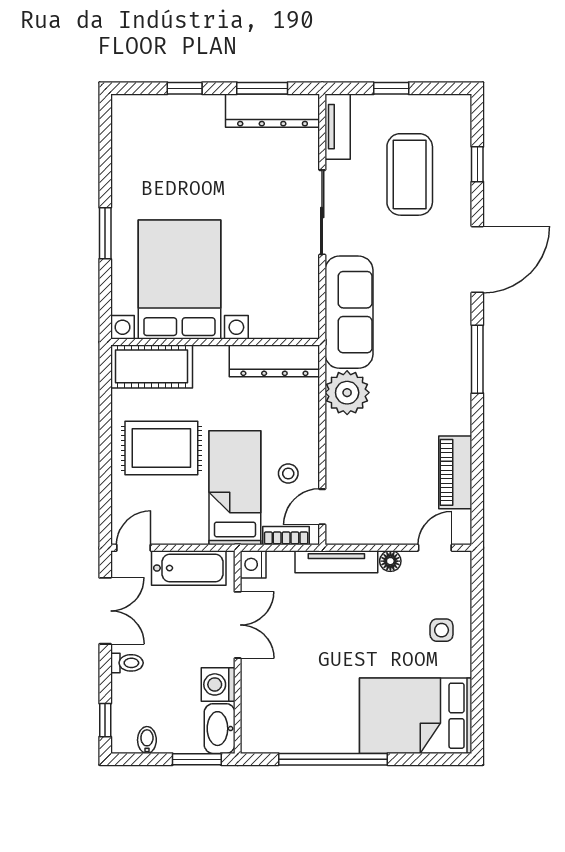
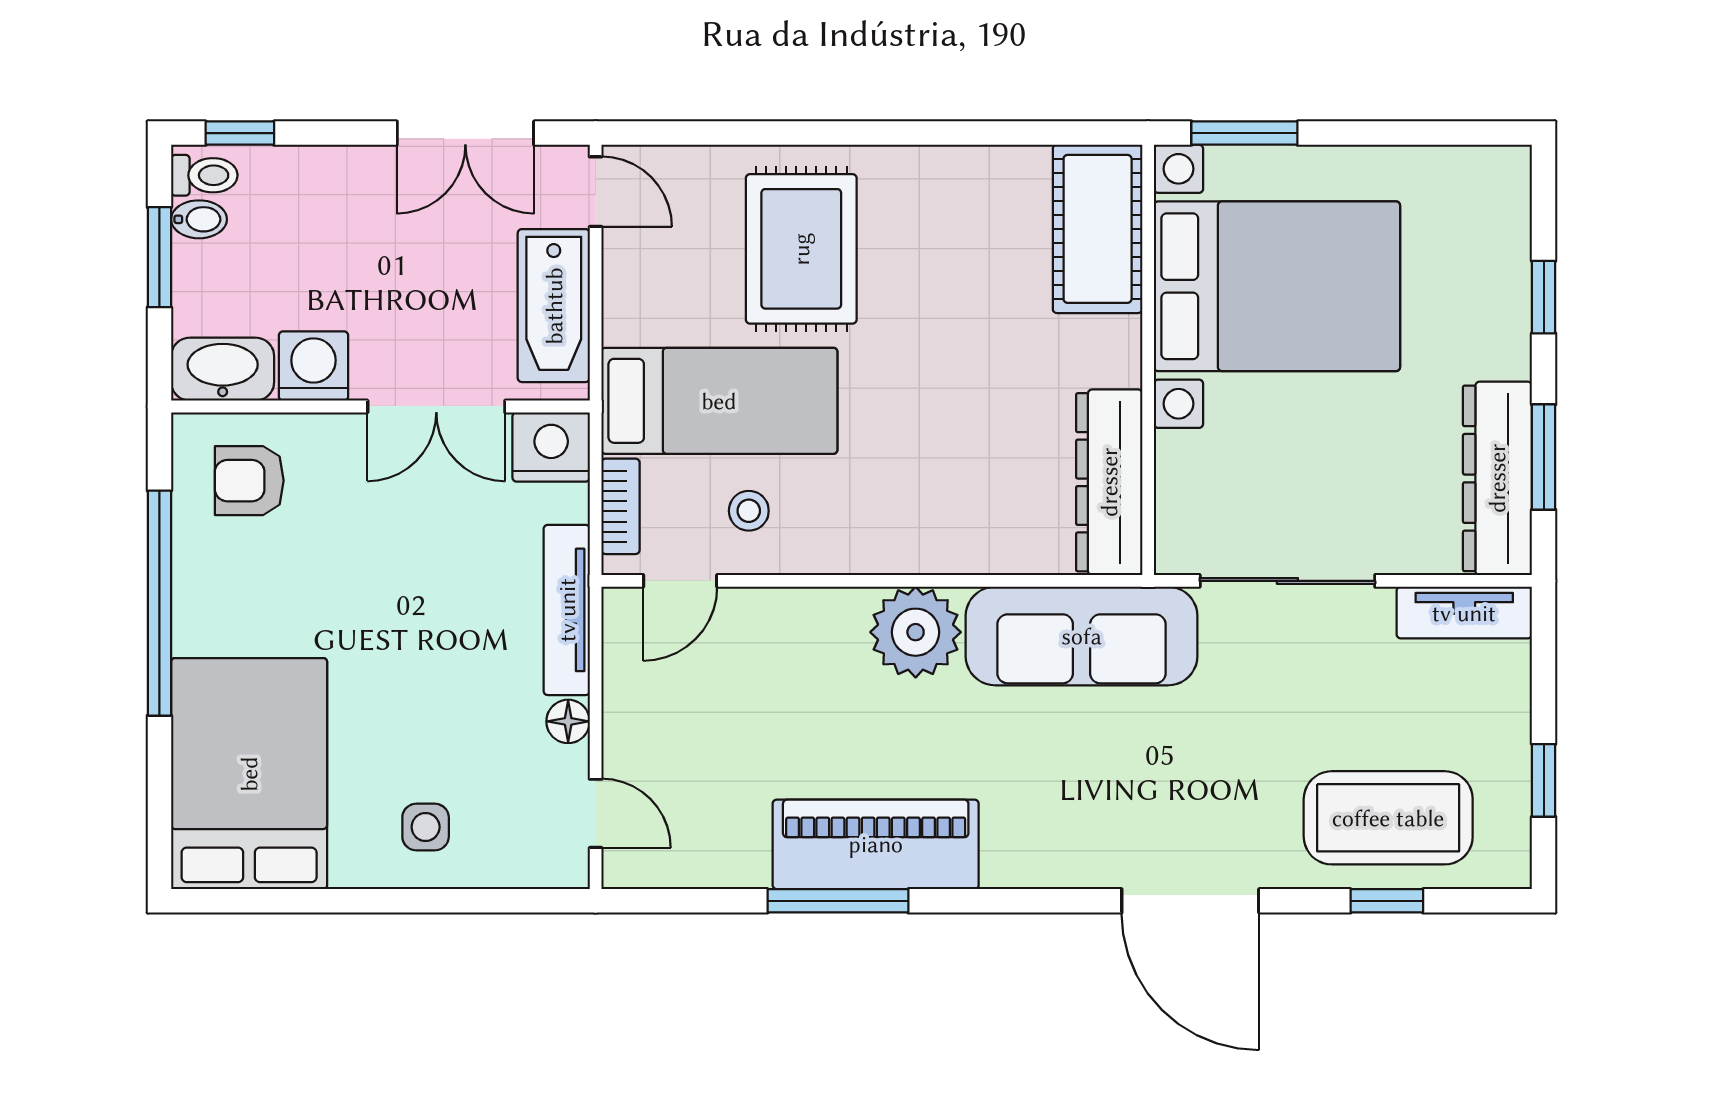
window: (391, 88) -> (1544, 780), moved
coffee table: (410, 174) -> (1388, 818), moved
bed with nightstands: (179, 279) -> (1277, 286), moved
wall: (215, 342) -> (1148, 360), moved
window: (477, 359) -> (838, 901), moved
dresser: (274, 361) -> (1109, 482), moved
cot: (152, 366) -> (1098, 229), moved
piano: (455, 472) -> (876, 844), moved, width x1.37, depth x1.33
door: (322, 507) -> (680, 581), swing flipped
nightstand: (253, 564) -> (551, 447), width x1.36, depth x1.33
toilet: (127, 663) -> (204, 175), moved, turned -90
armchair: (274, 716) -> (249, 481), added
window: (197, 759) -> (159, 257), moved

